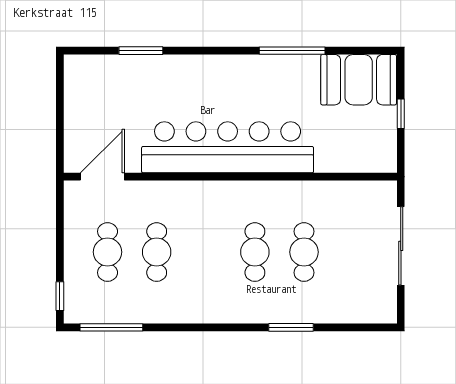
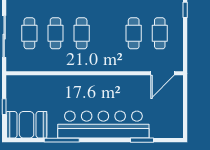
bar counter: (228, 147) -> (103, 125), moved, turned 180
cafe table: (353, 252) -> (29, 33), added

